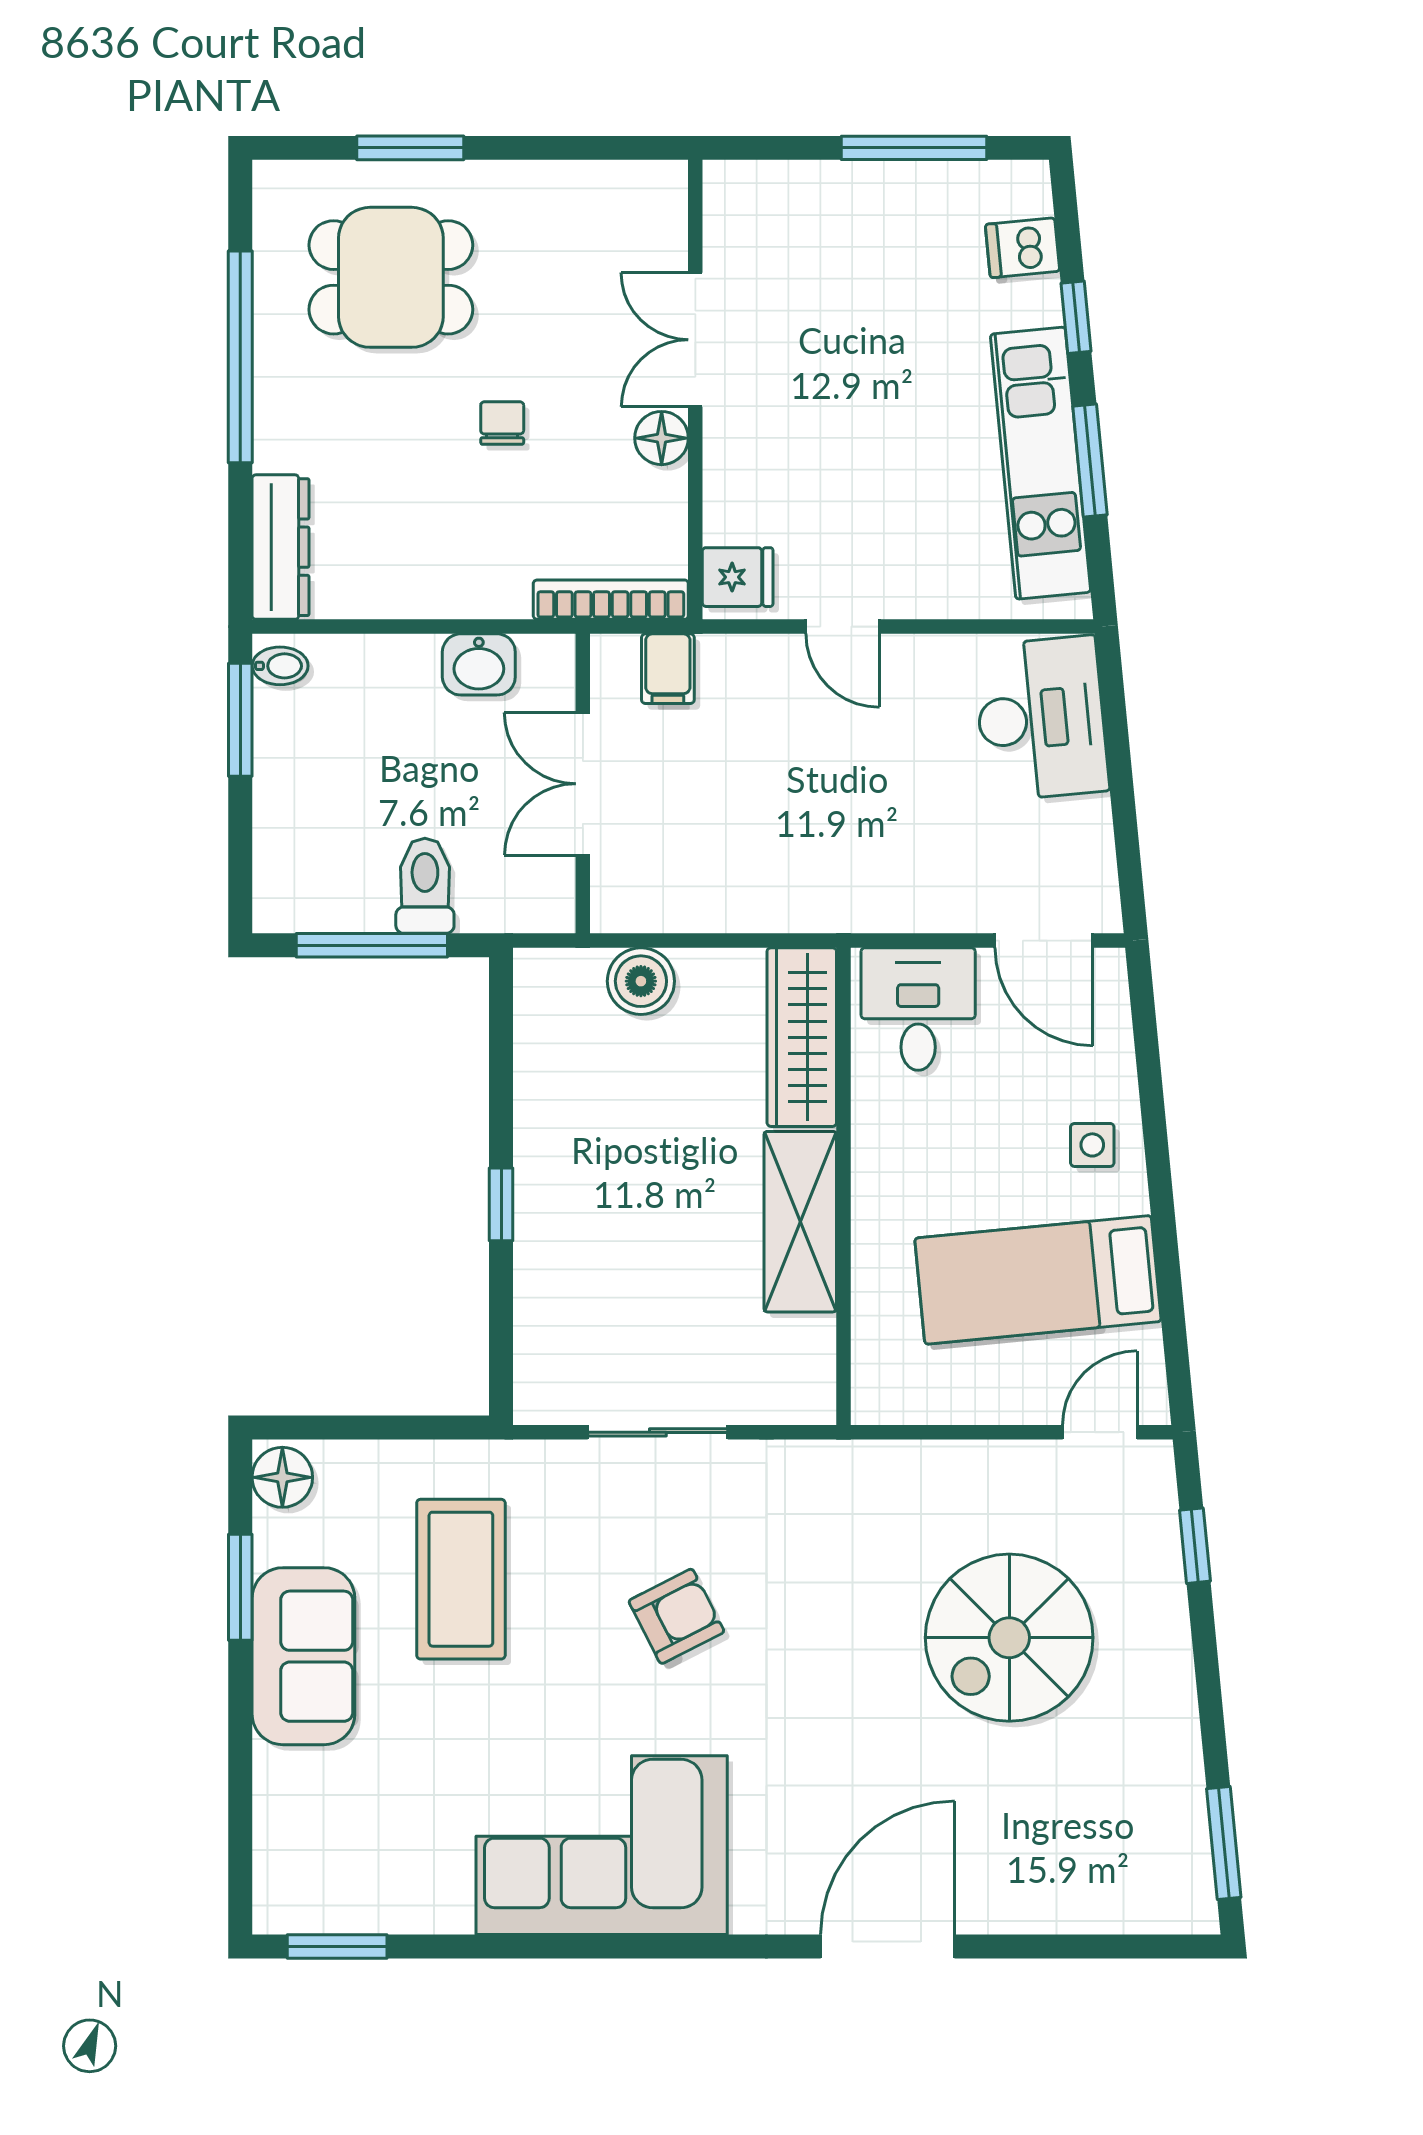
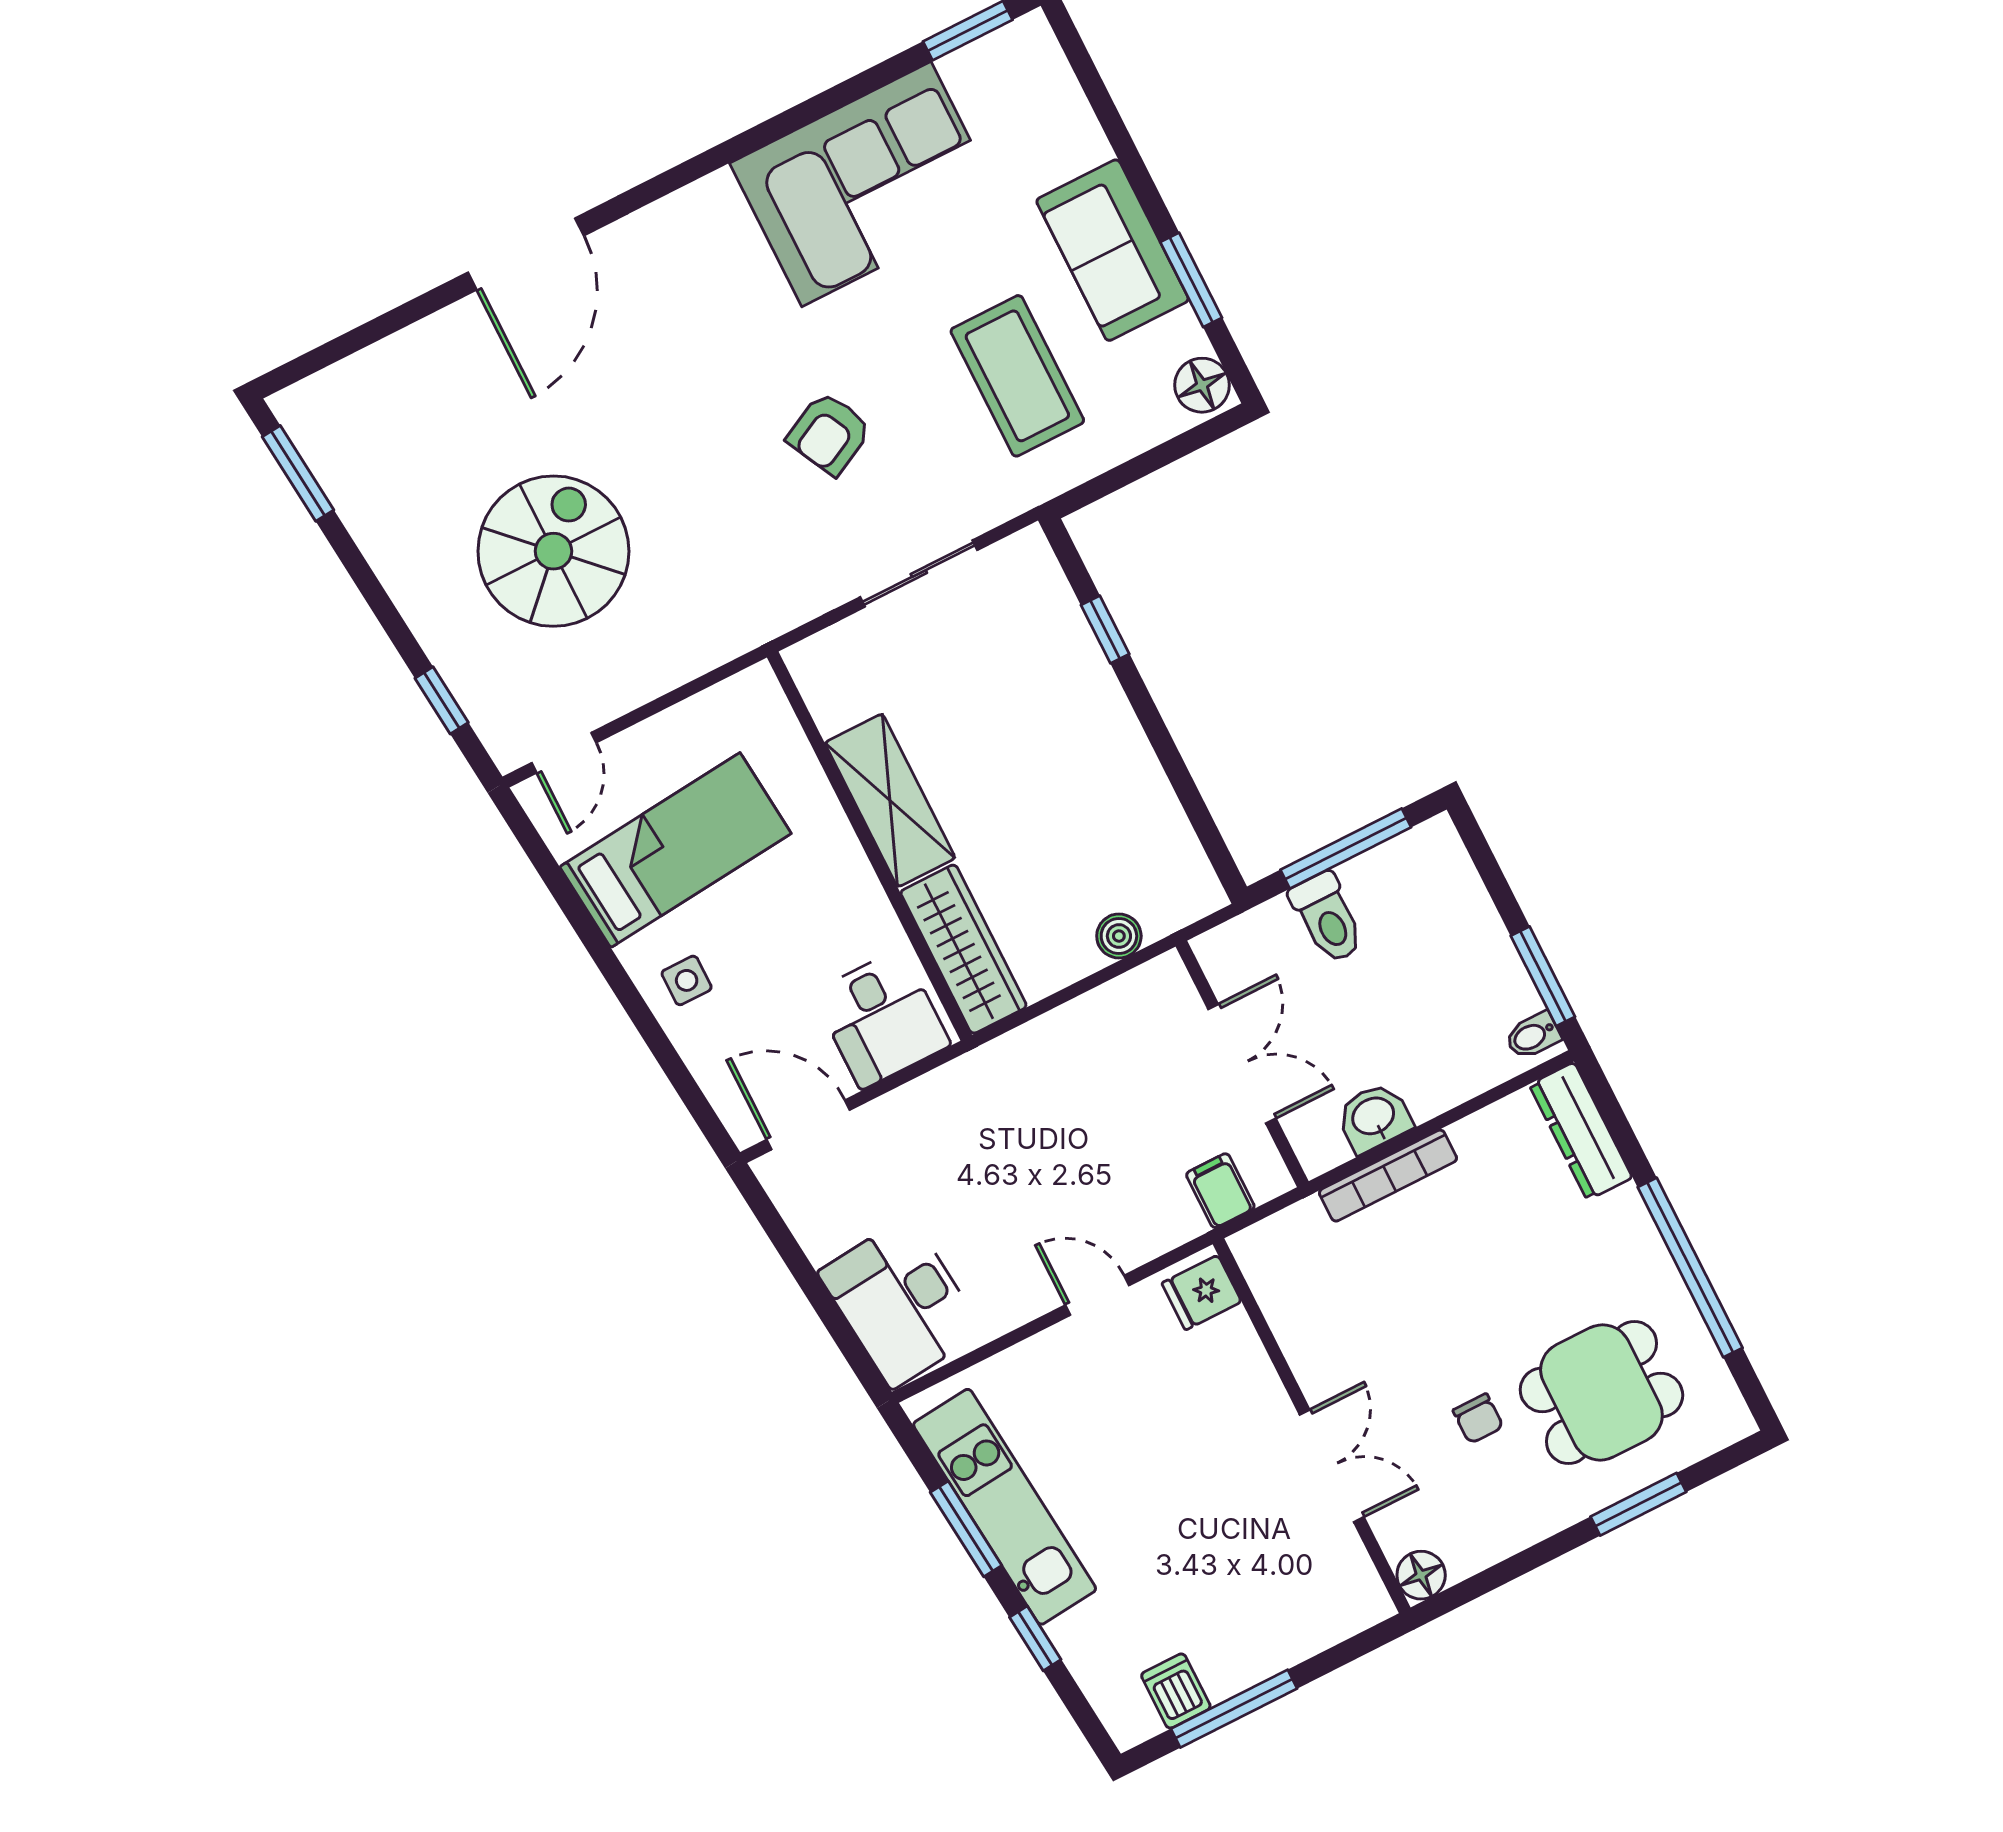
dishwasher: (1022, 248) -> (1176, 1691), moved, turned -84
chair: (502, 423) -> (1478, 1419), moved
floor lamp: (662, 438) -> (1421, 1575), moved
bookcase: (611, 600) -> (1388, 1176), moved
boiler: (641, 981) -> (1119, 936), width x0.73, depth x0.73
window: (501, 1204) -> (1105, 629), moved
corner sofa: (602, 1845) -> (866, 184), moved

